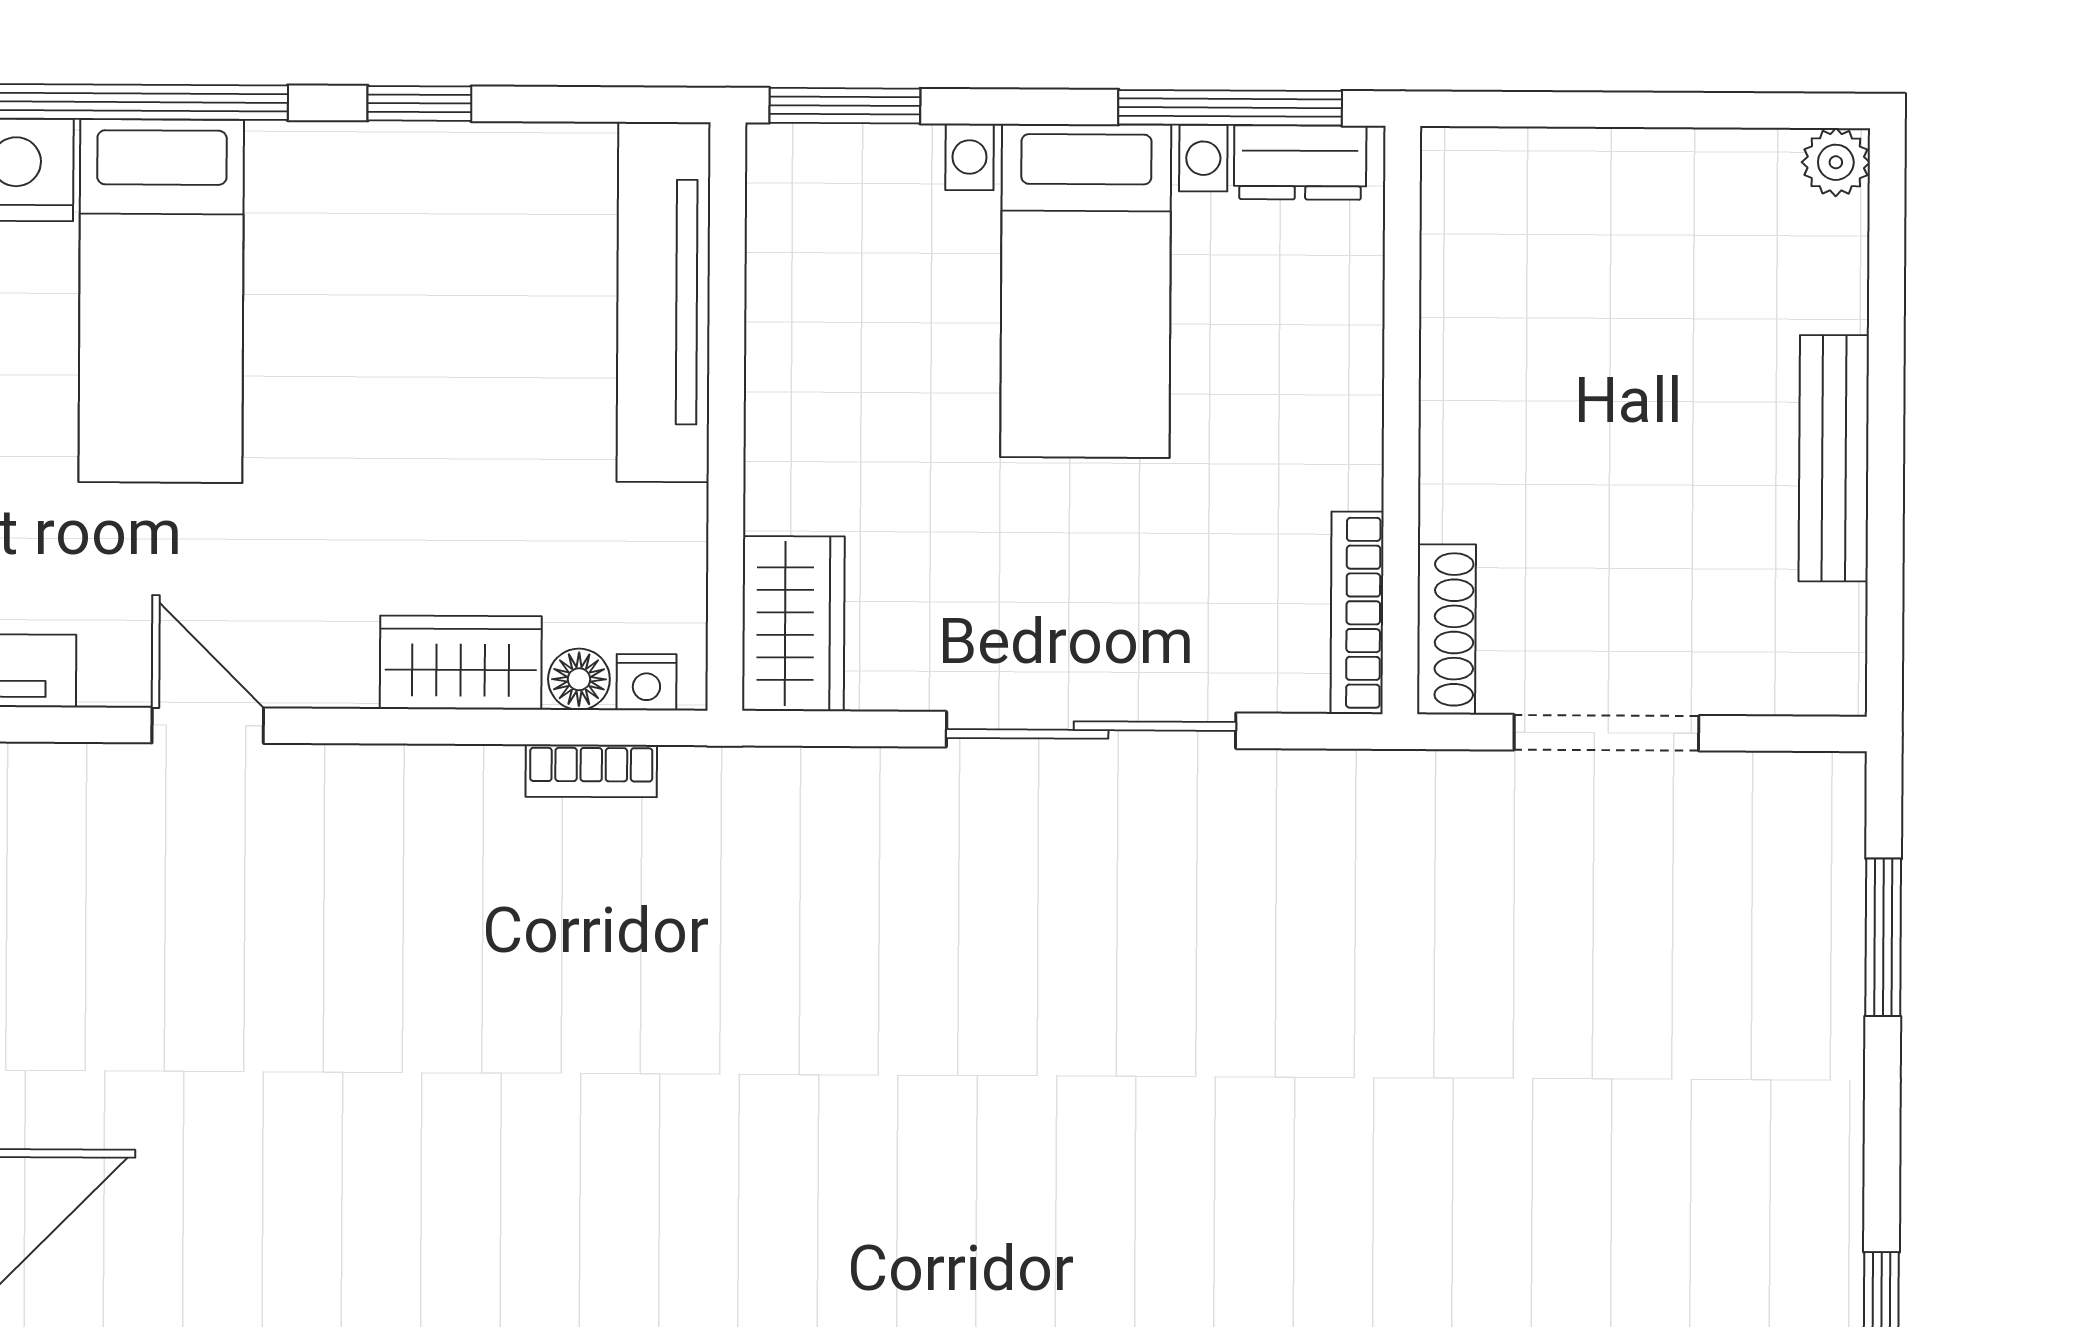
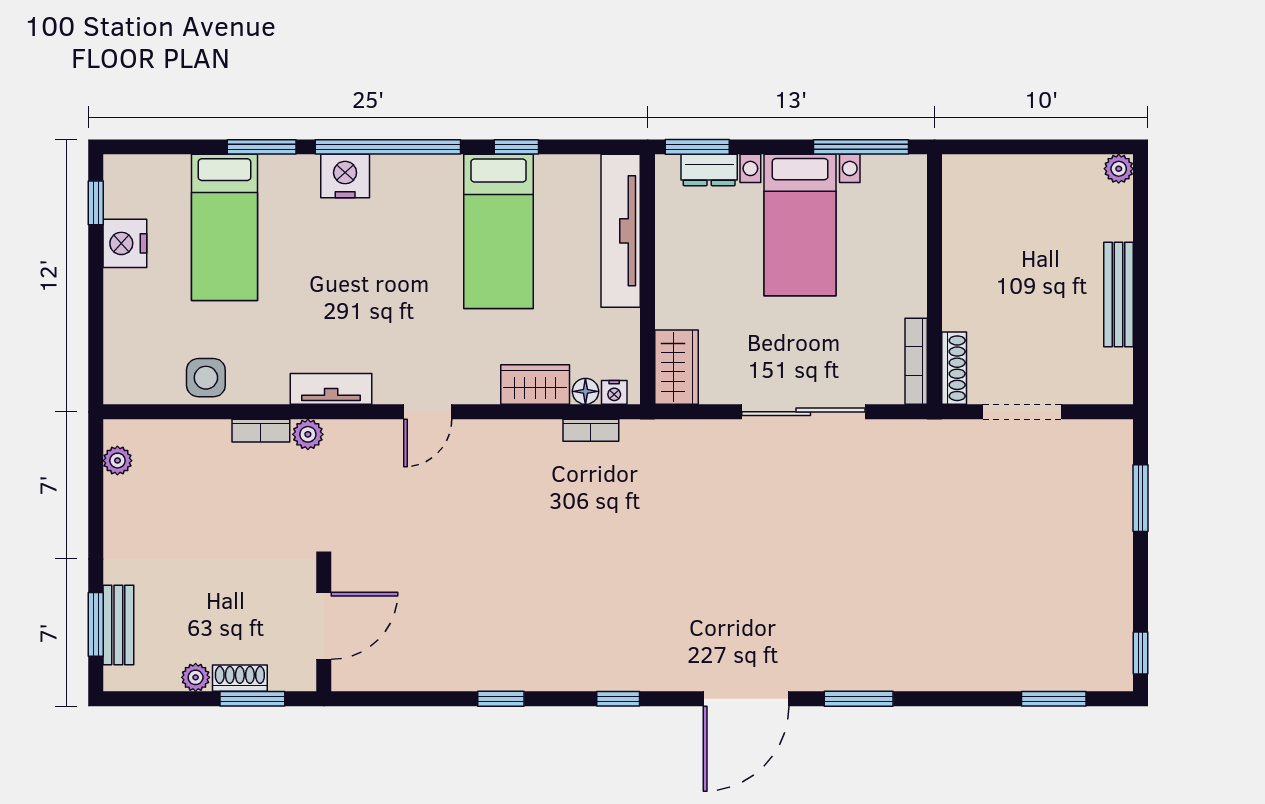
dresser: (1300, 162) -> (709, 170), moved
bed: (161, 301) -> (499, 231), moved
door: (208, 725) -> (428, 412), swing flipped

